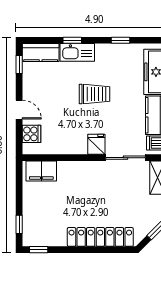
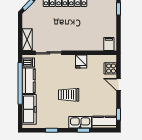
fridge: (96, 144) -> (81, 62), moved
filing cabinet: (41, 171) -> (109, 44), width x0.50

